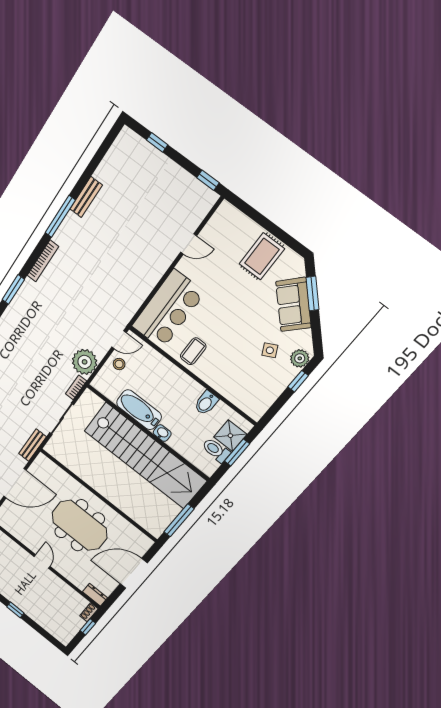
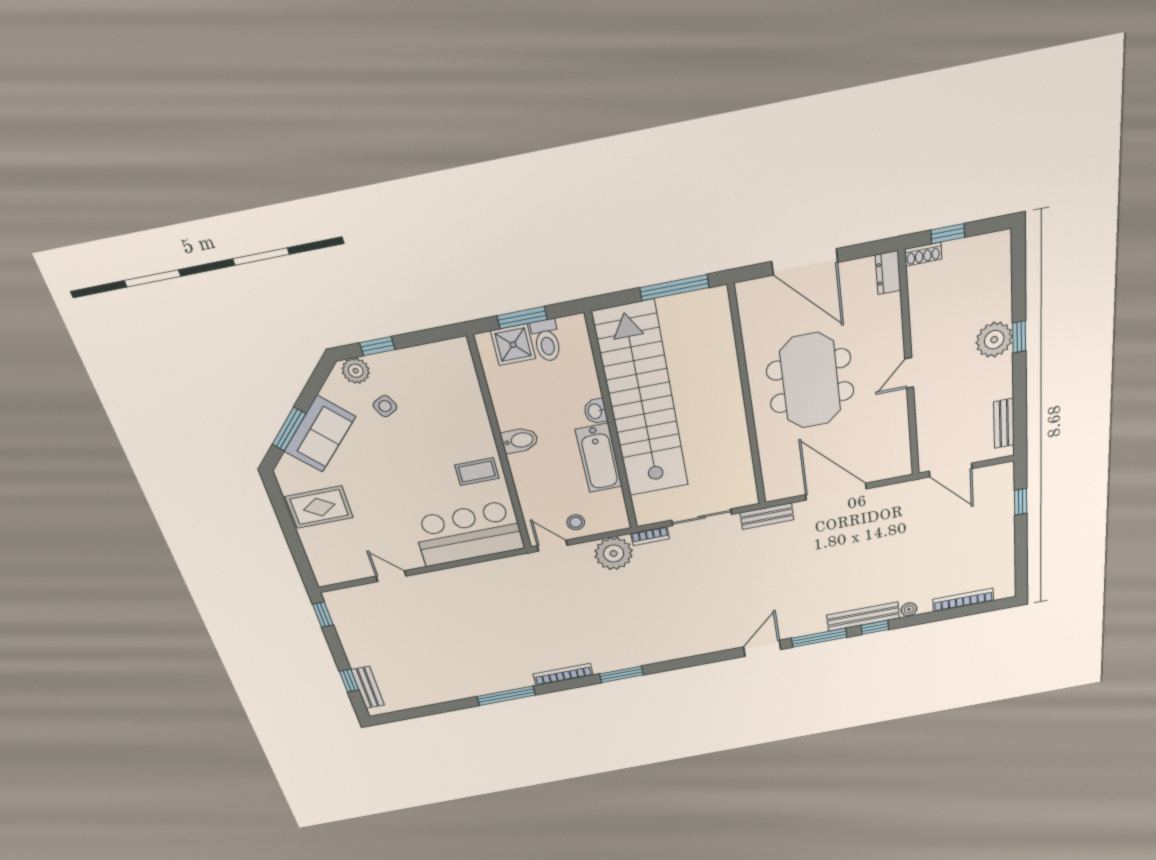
bench: (86, 197) -> (368, 687), moved, turned 90
bidet: (206, 403) -> (520, 440), moved
plant: (24, 601) -> (994, 340), added

